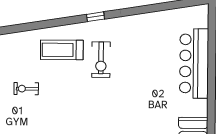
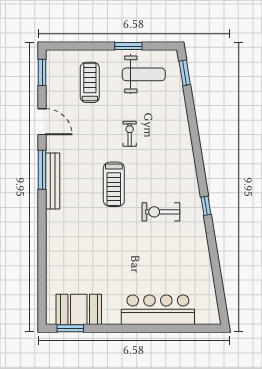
treadmill: (62, 50) -> (114, 184), moved, turned 180

